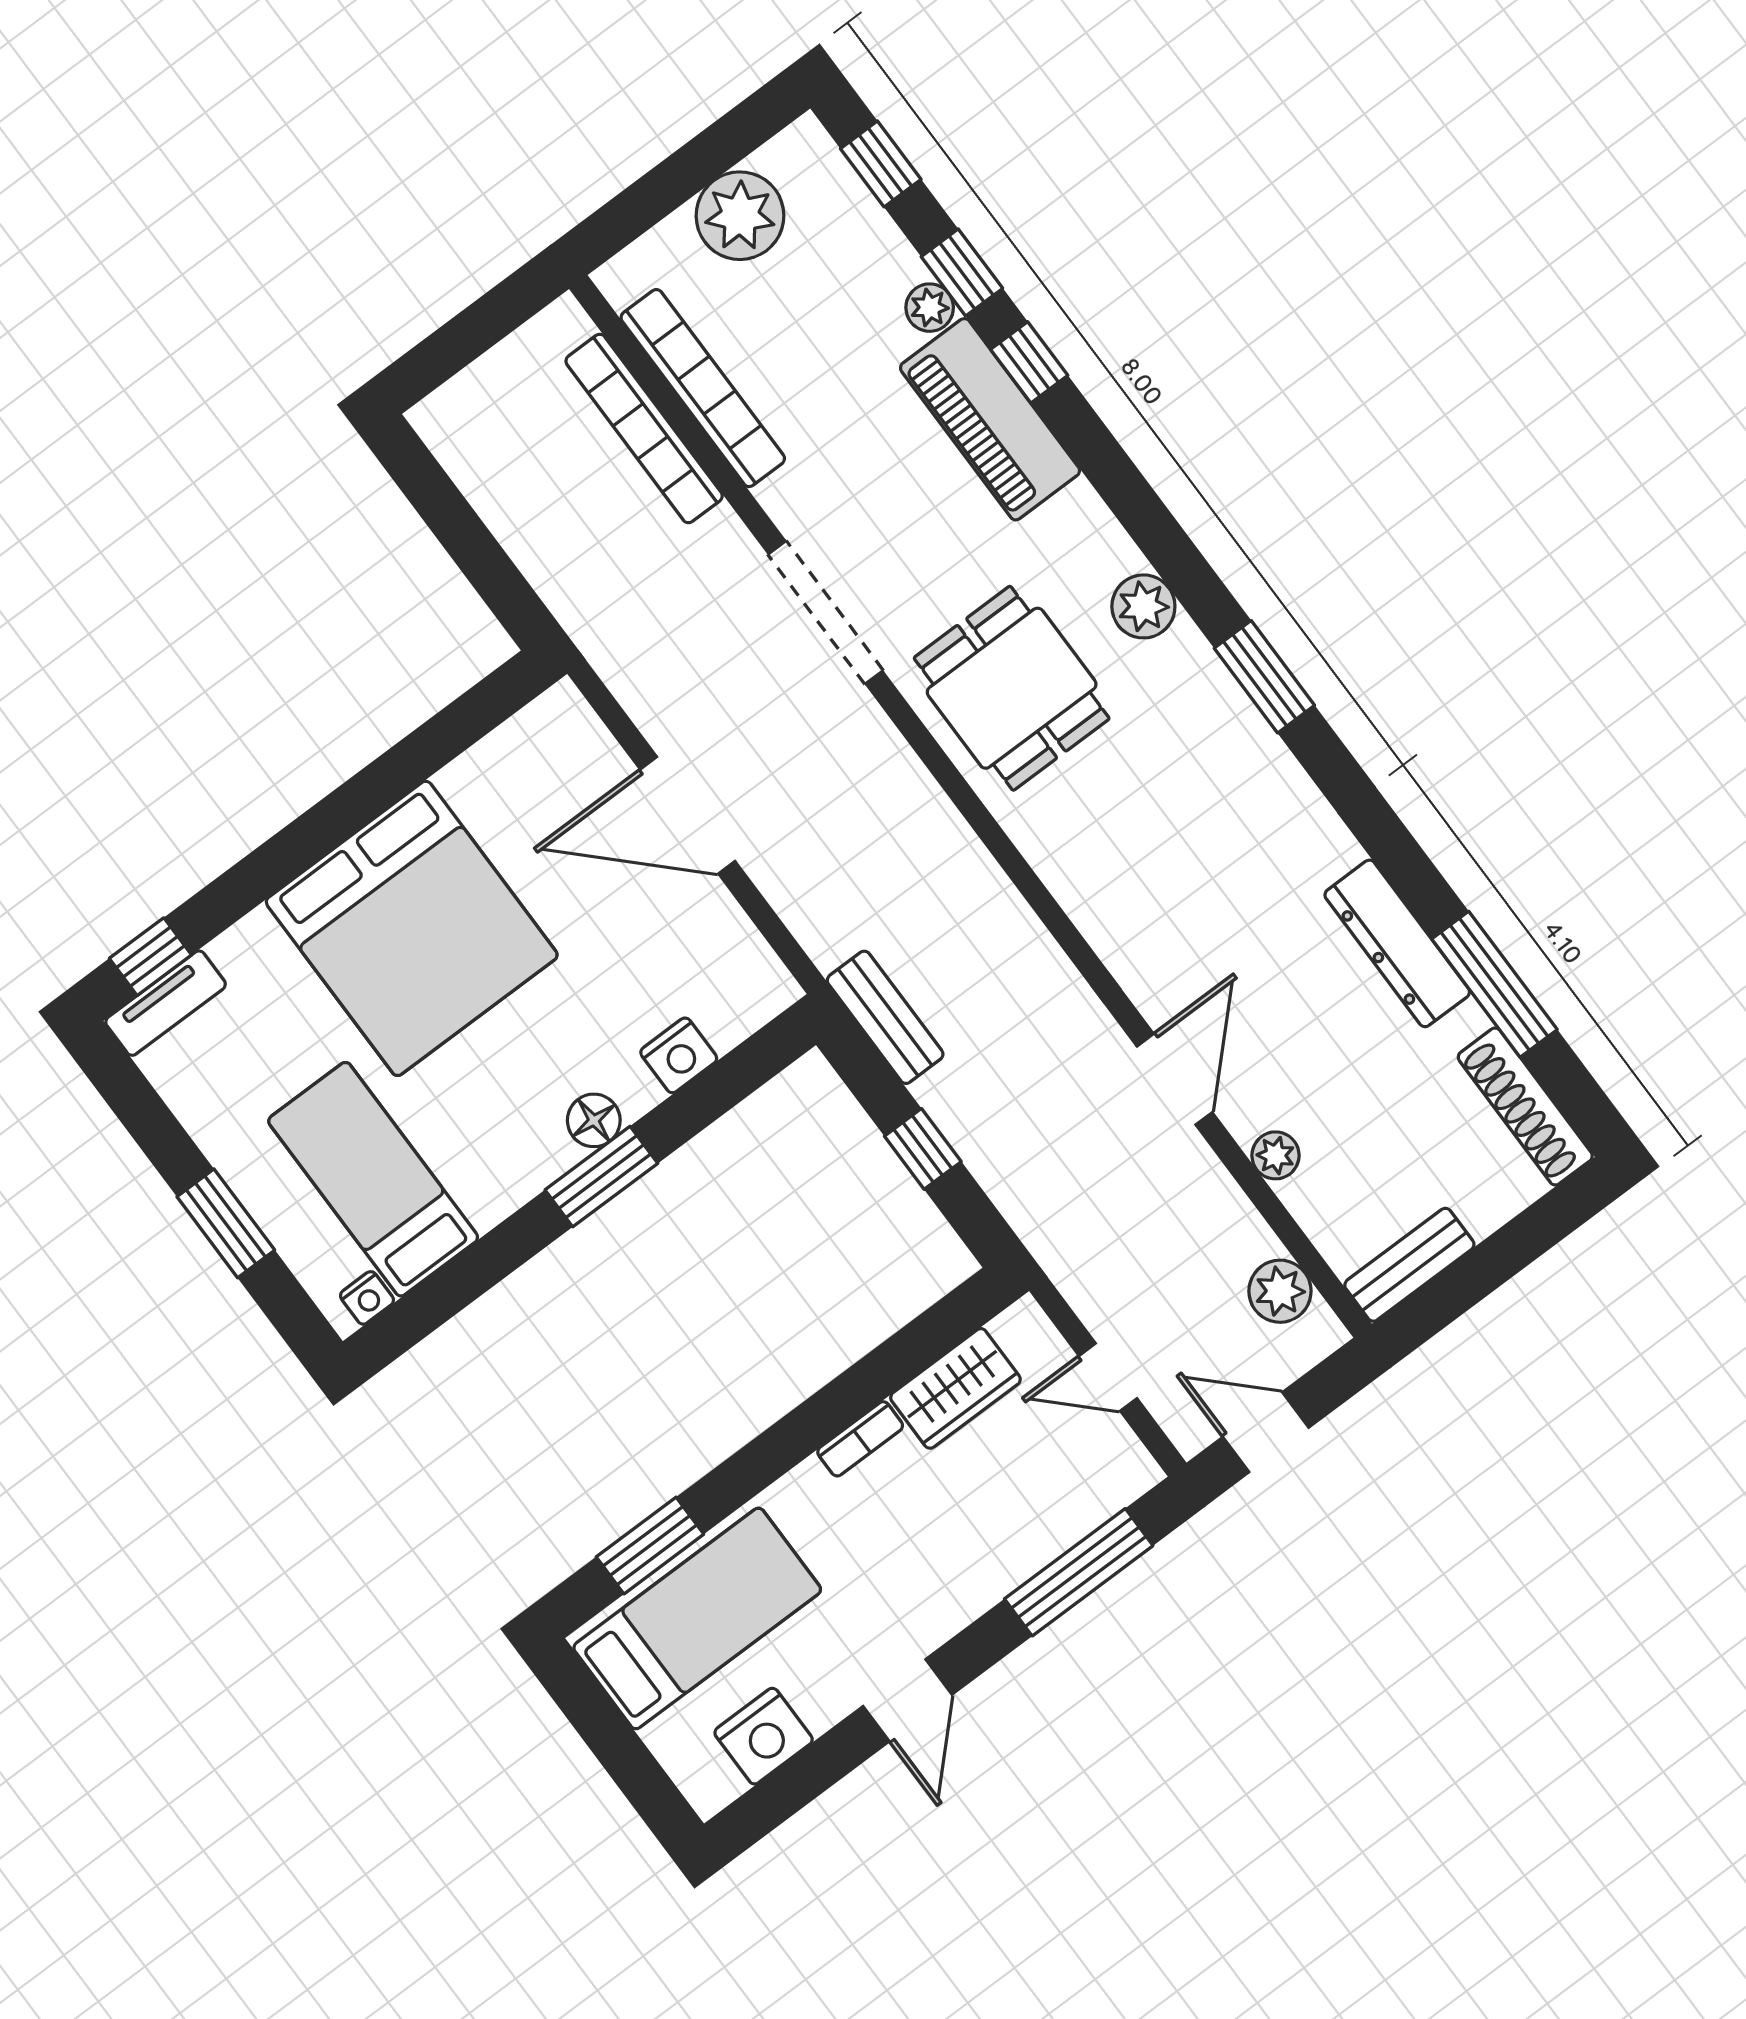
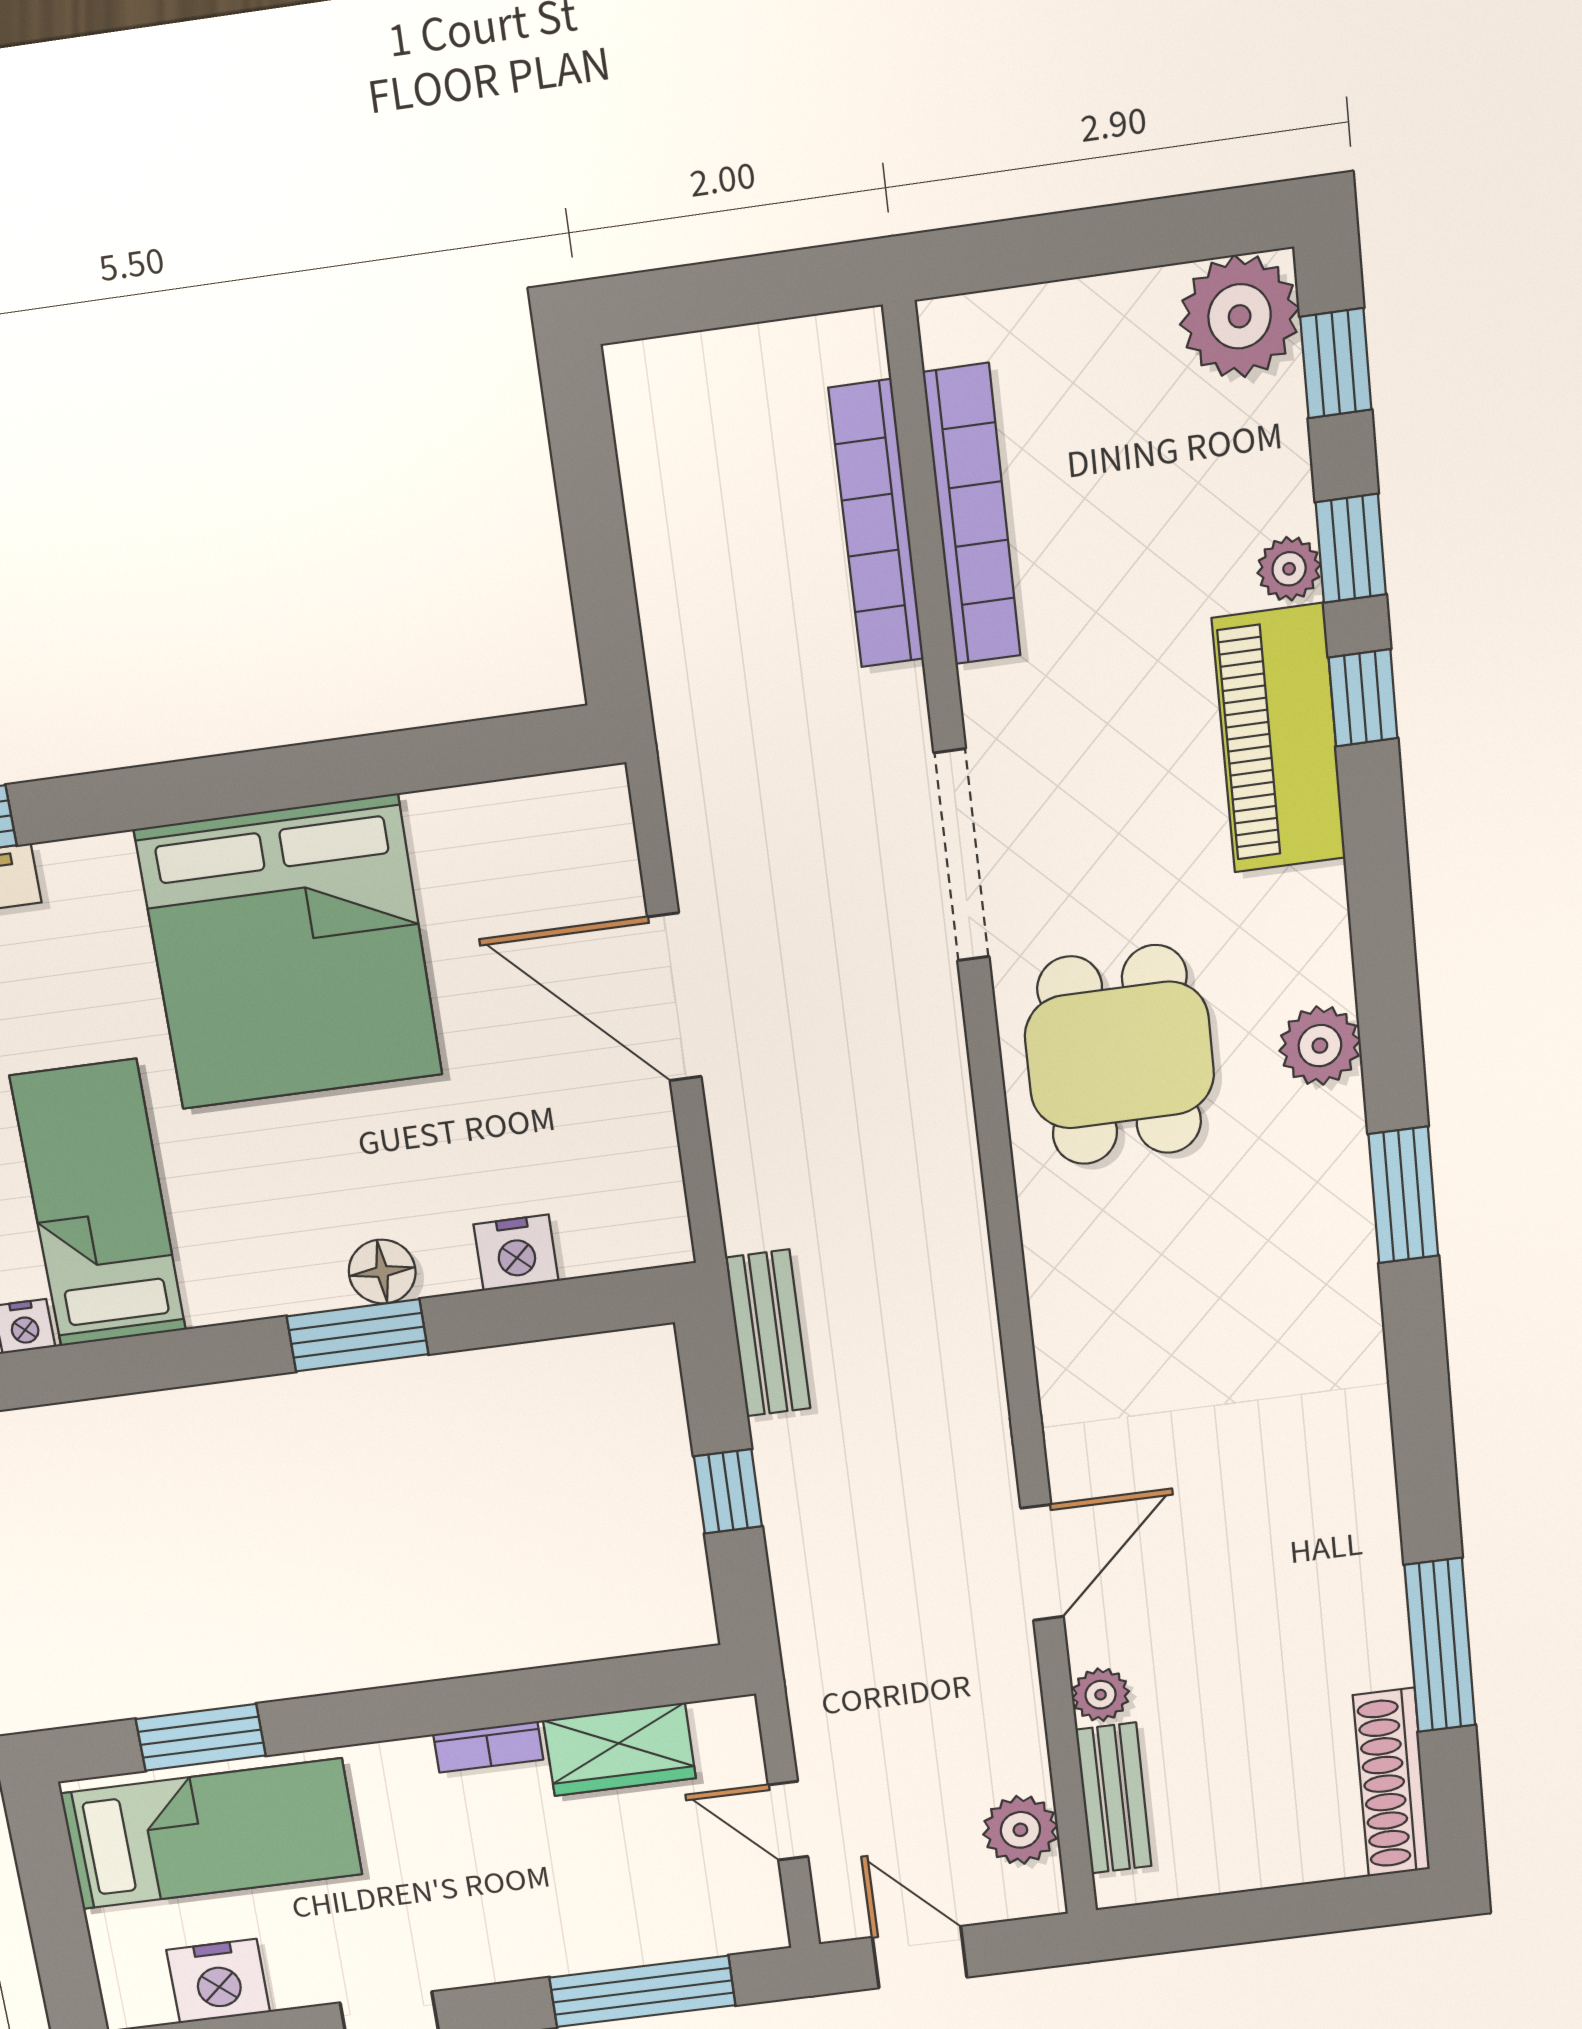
plant: (740, 216) -> (1240, 316), moved
dresser: (1397, 943) -> (1365, 1550), removed
bench: (1409, 1265) -> (1114, 1798), moved, turned 90

